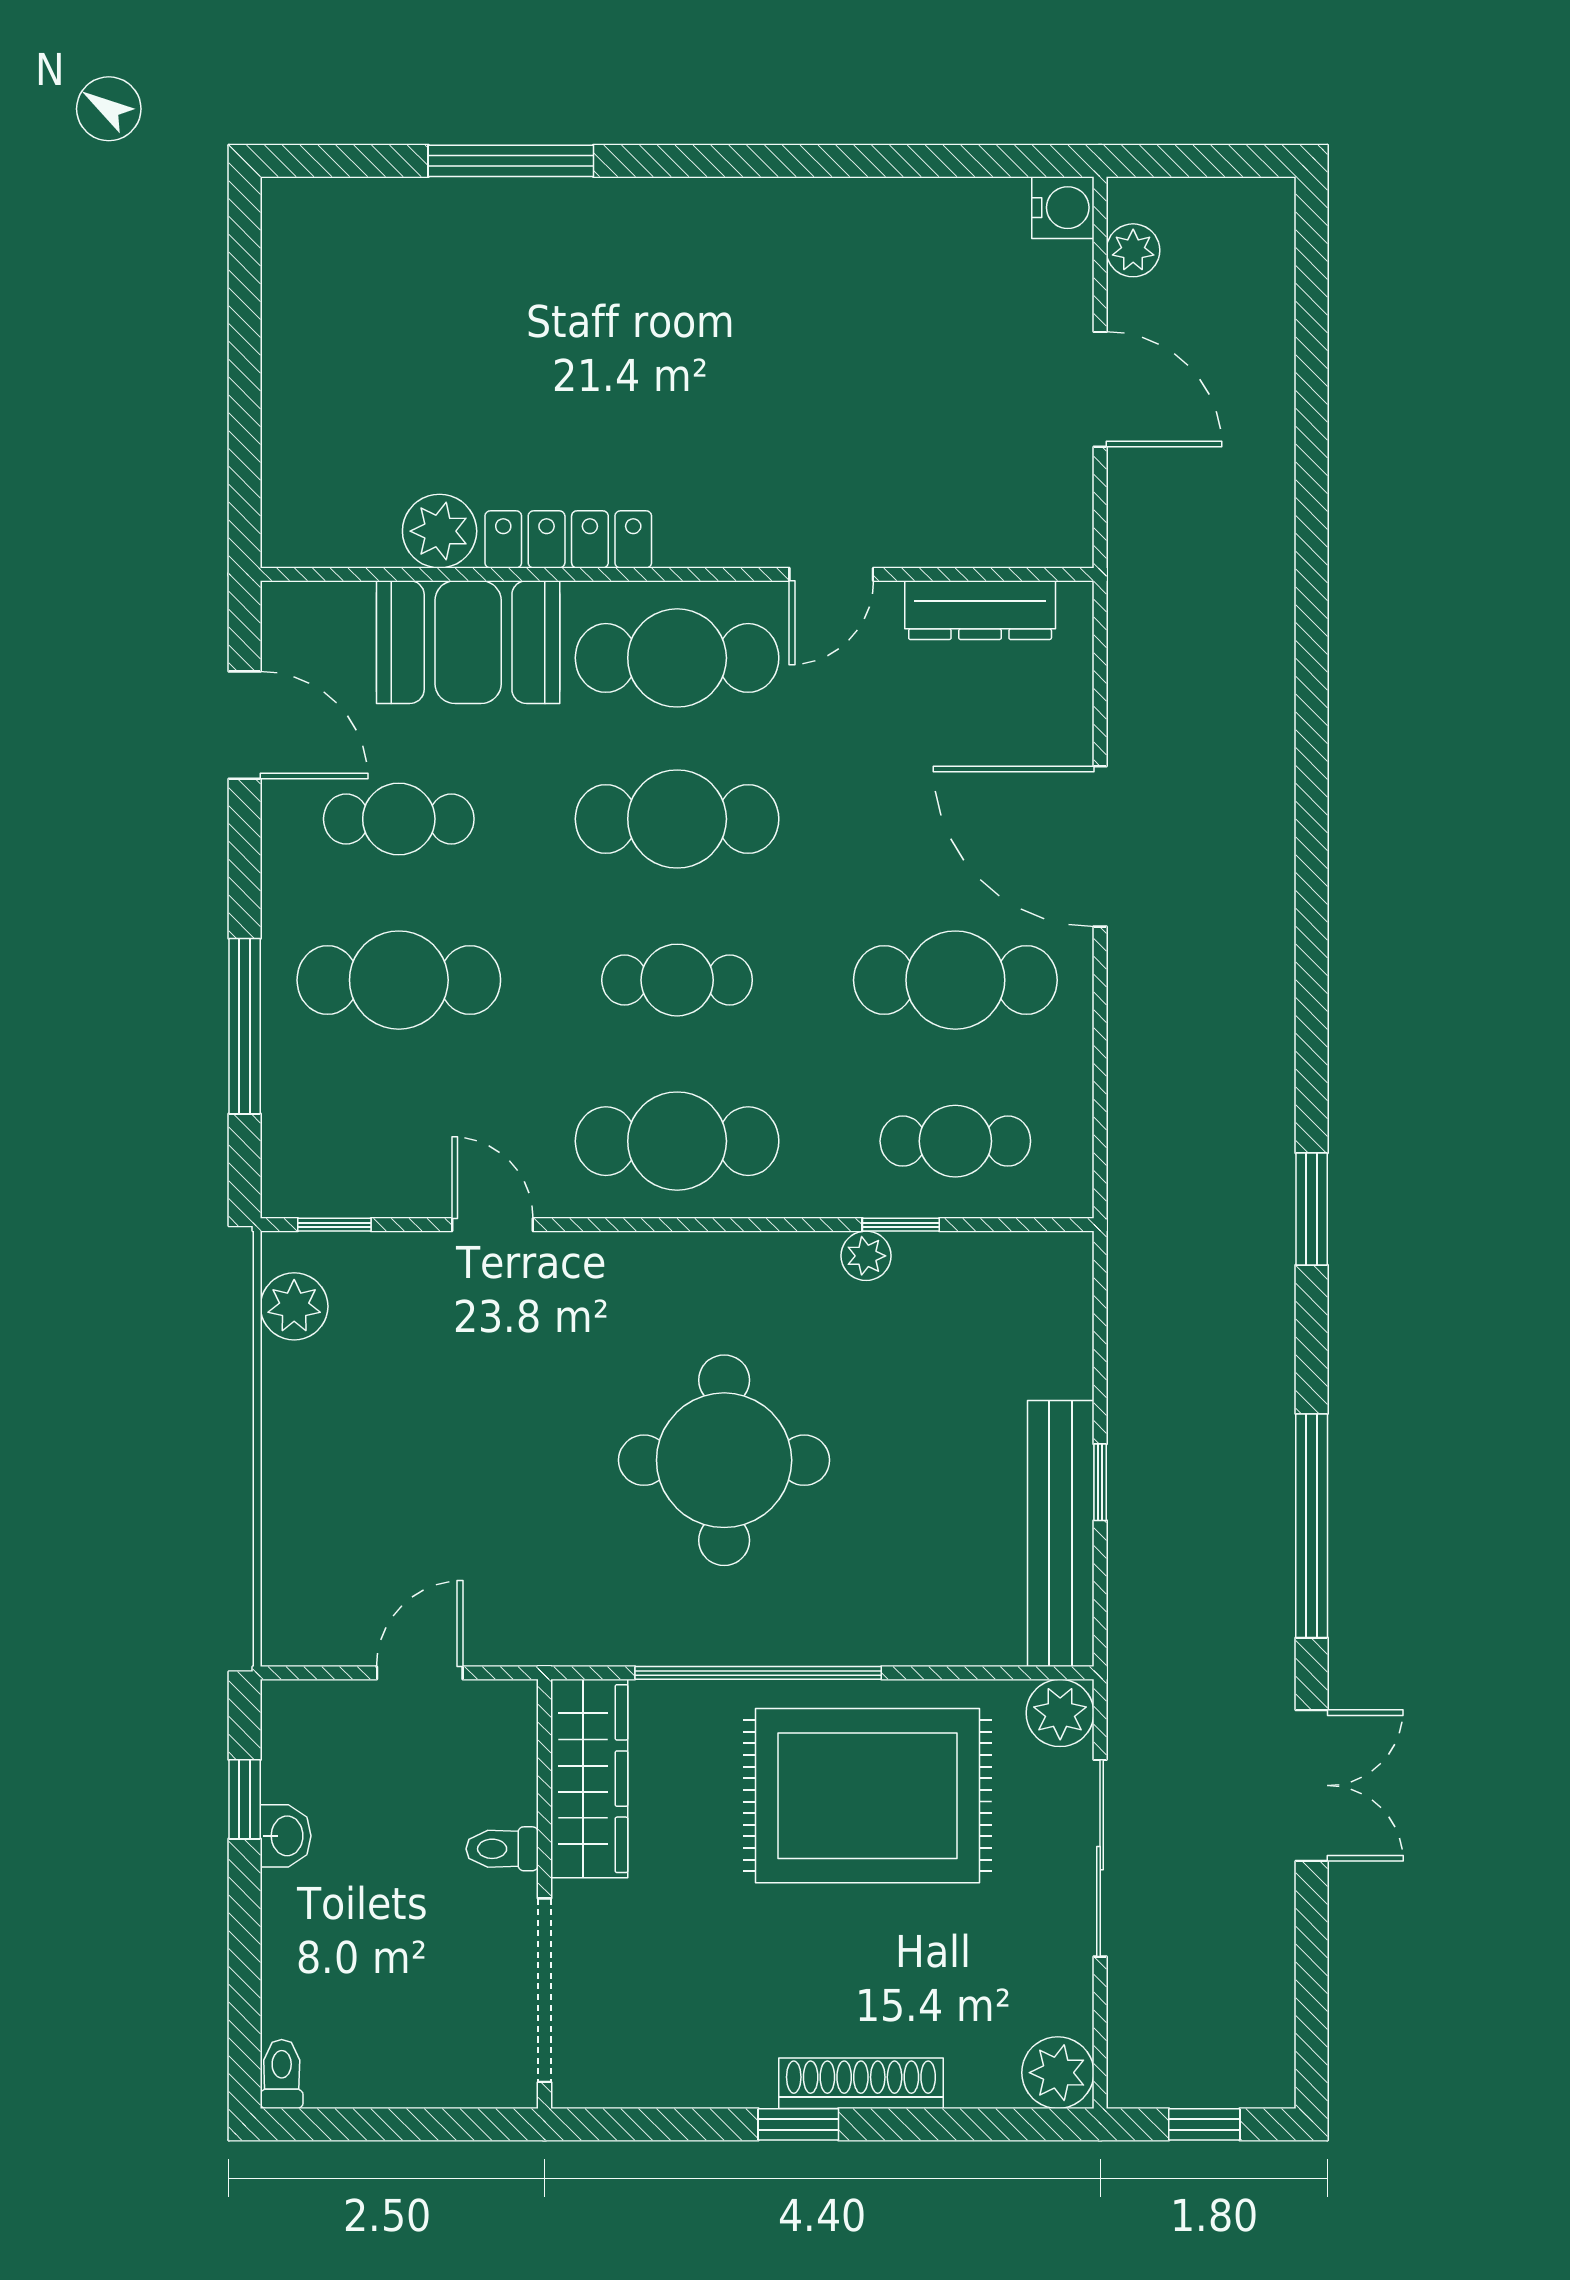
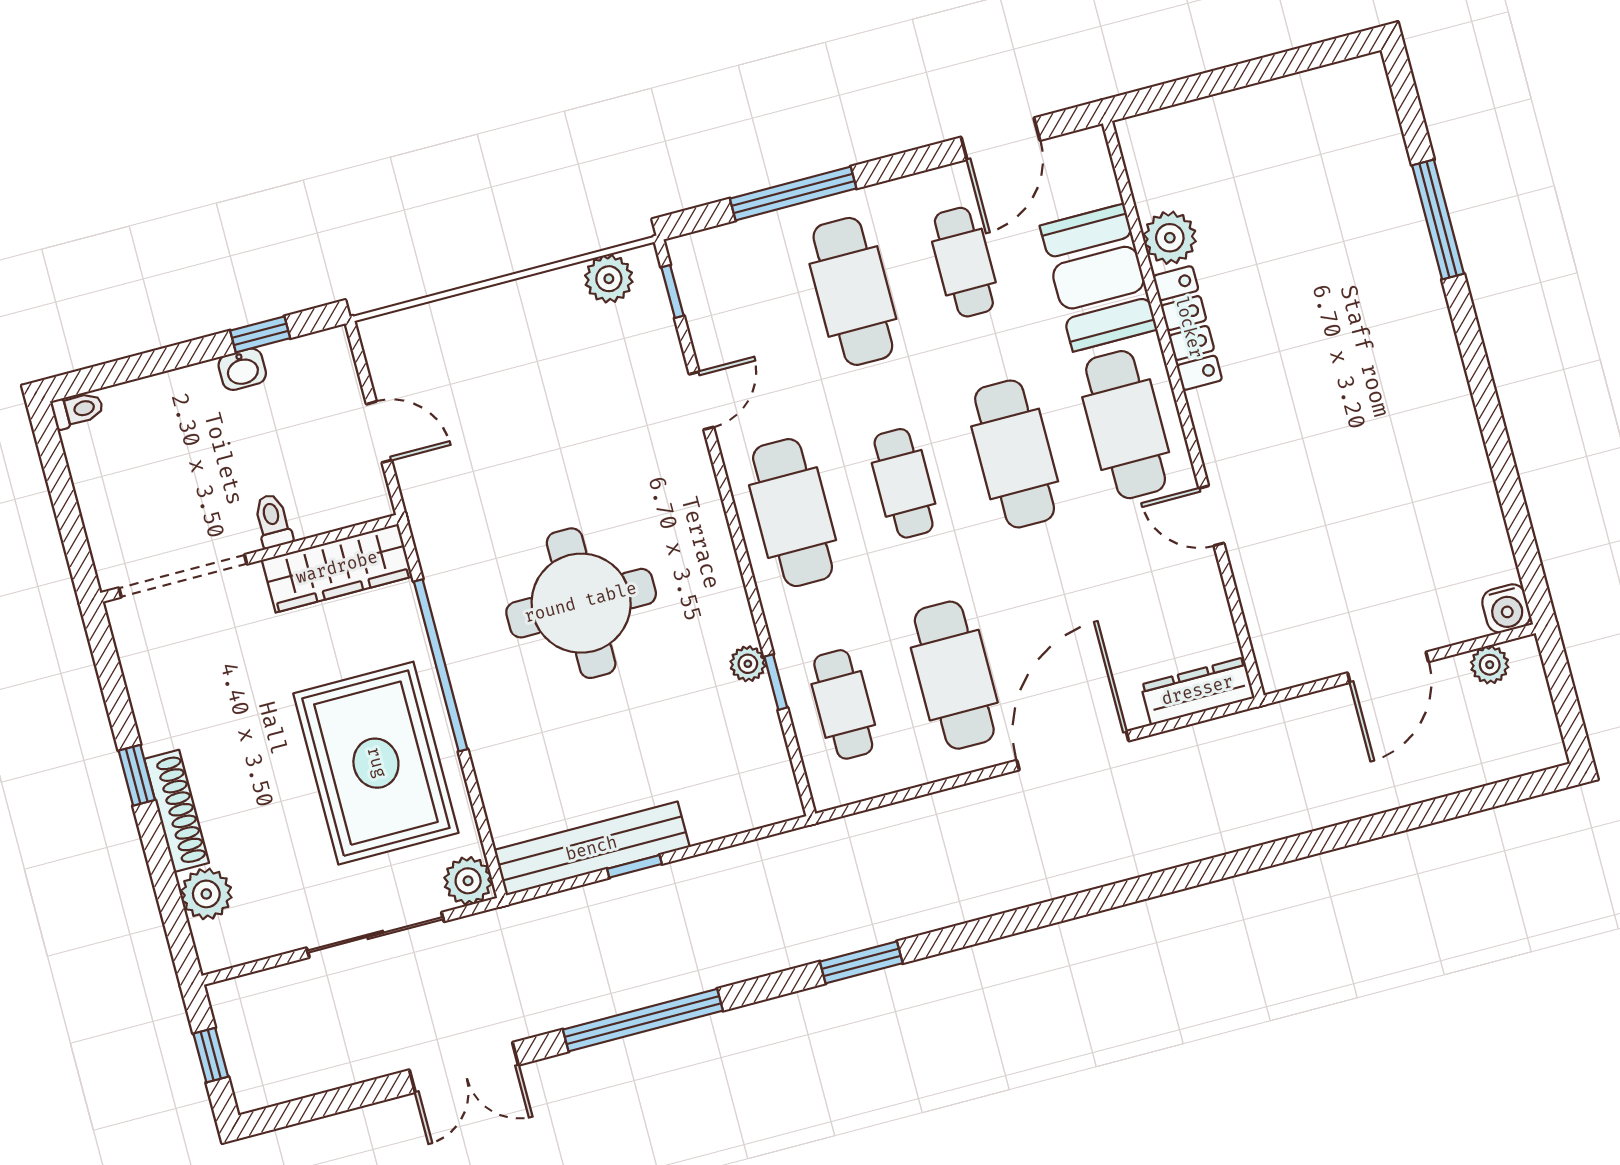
dresser: (980, 610) -> (1198, 691), moved, turned 90
plant: (1058, 2073) -> (206, 894), moved

